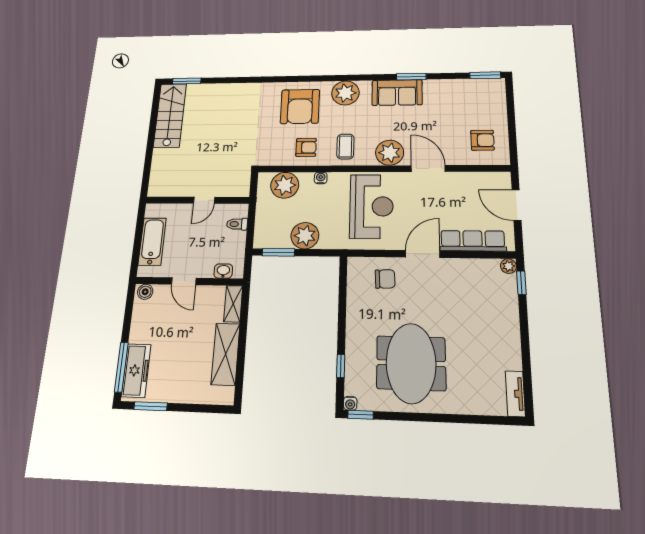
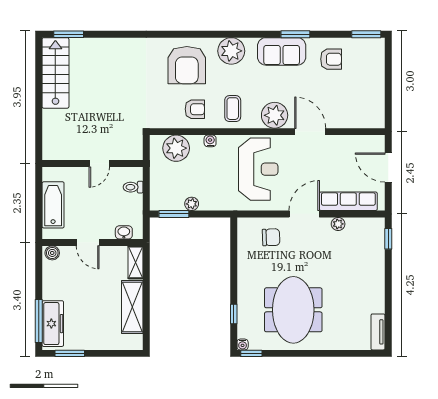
armchair: (482, 140) -> (331, 59), moved
plant: (305, 236) -> (192, 204), width x0.53, depth x0.53
plant: (508, 266) -> (338, 224), moved

